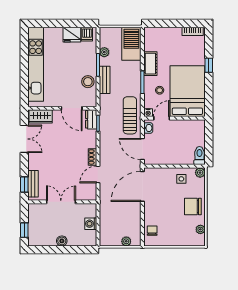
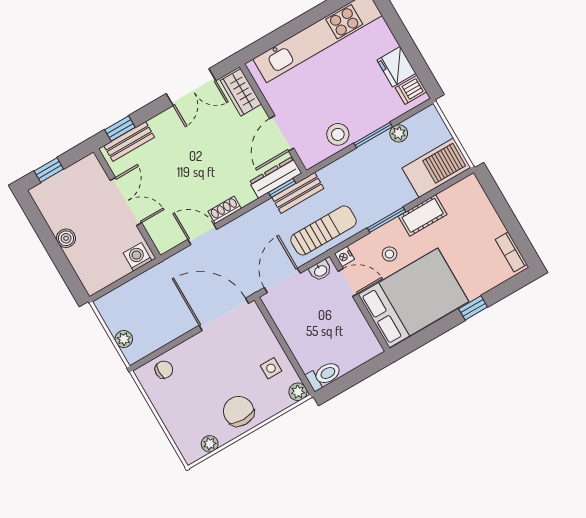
bench: (105, 80) -> (298, 193), moved
dresser: (91, 119) -> (275, 177), width x1.44
washing machine: (91, 224) -> (137, 257), moved

